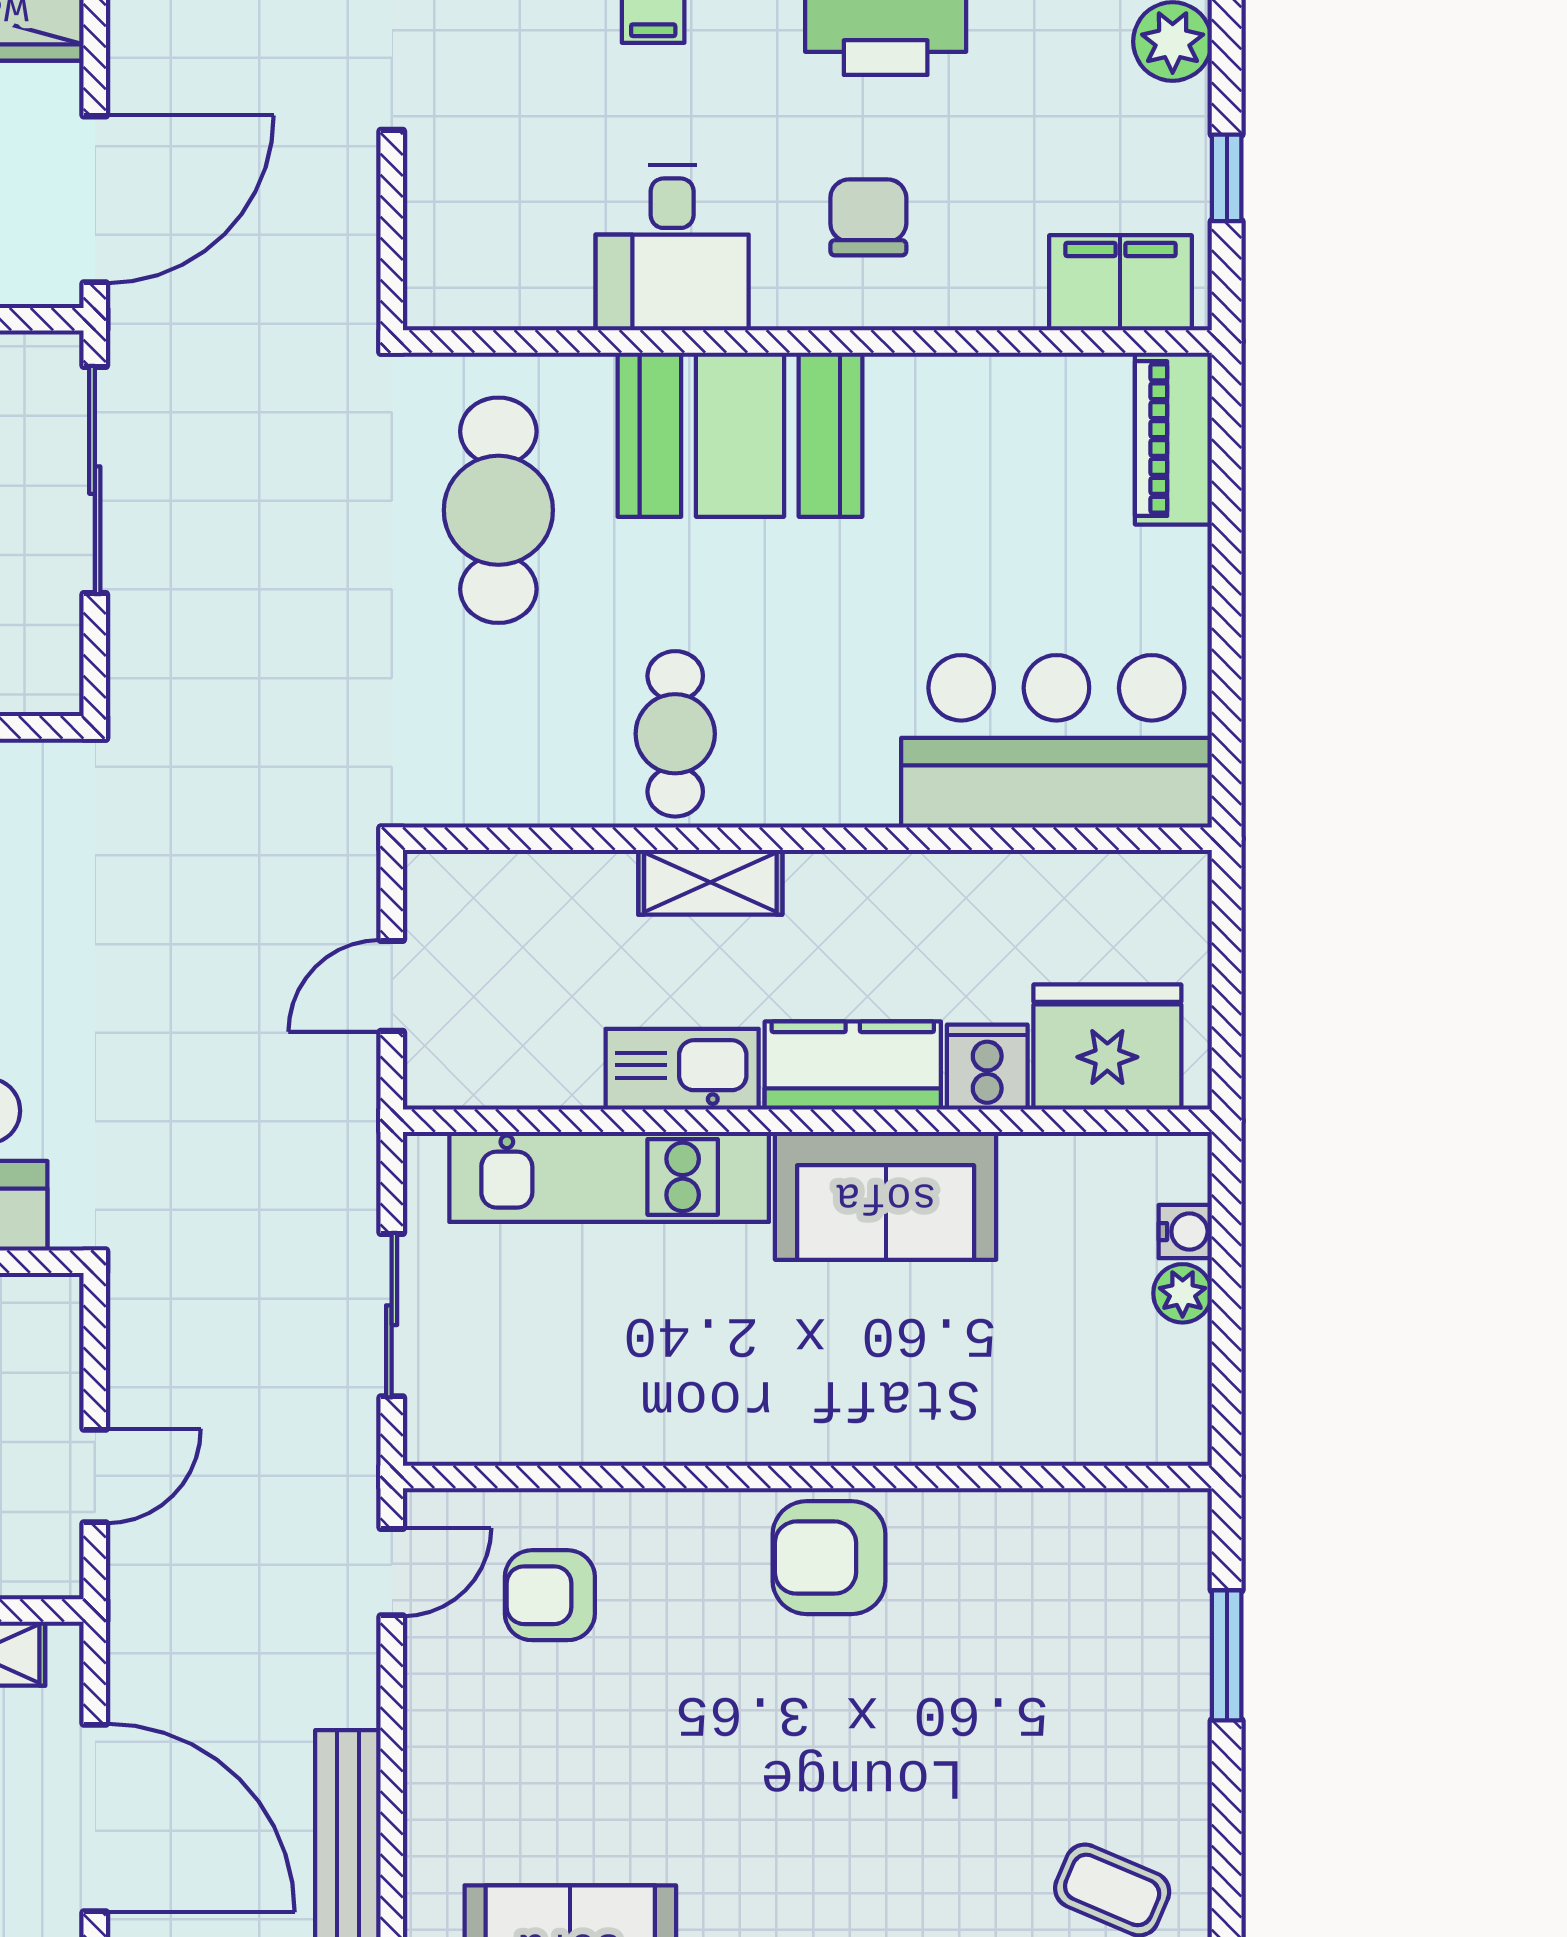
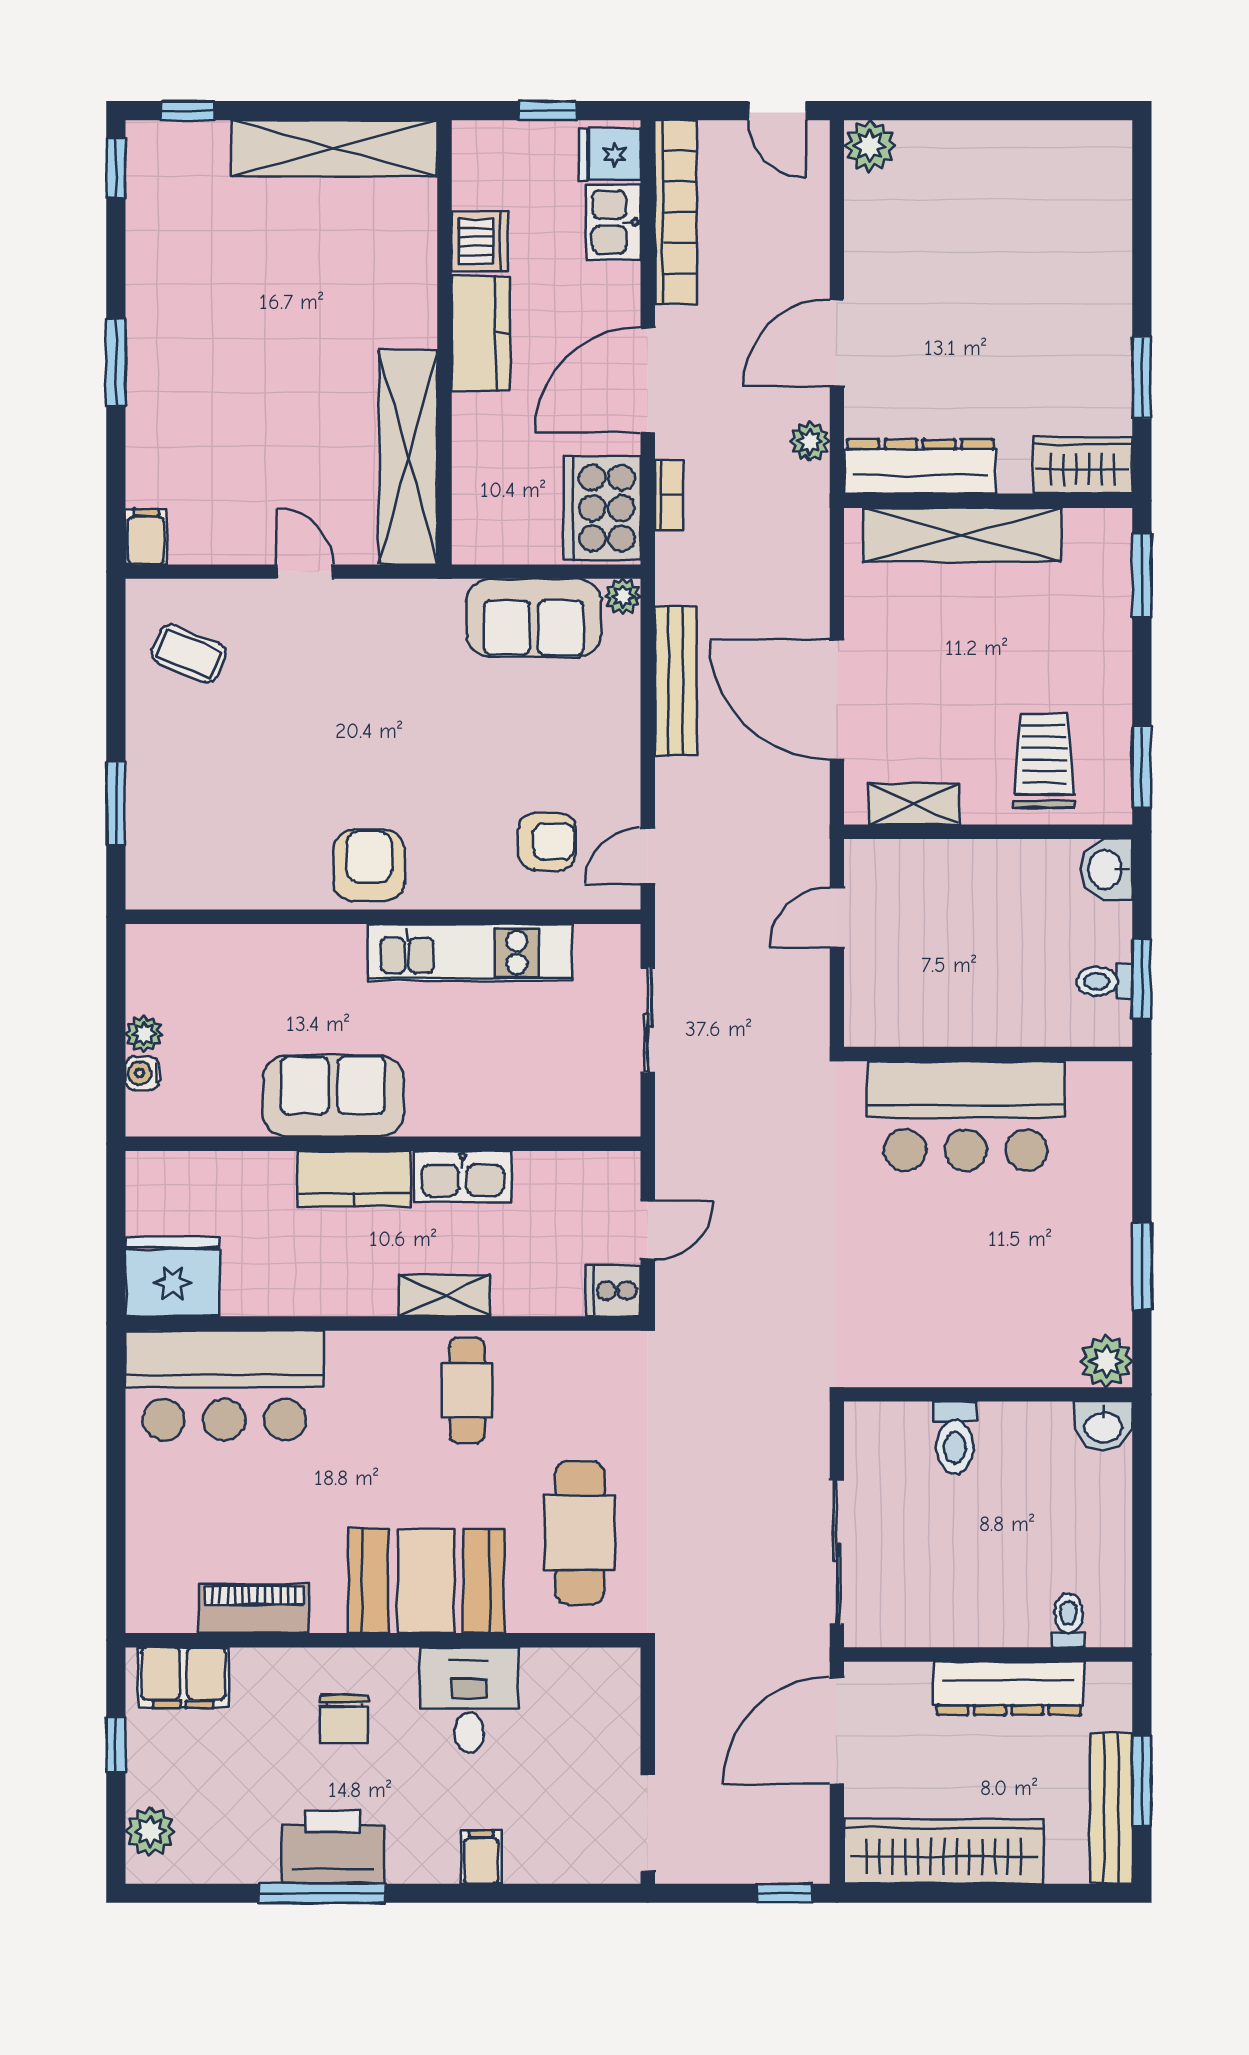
piano: (1173, 439) -> (254, 1609), moved, turned -90
fridge: (1107, 1047) -> (172, 1276), moved, turned 180
cooker: (987, 1067) -> (614, 1291), moved, turned 90
kitchen unit: (609, 1177) -> (470, 953), moved, turned 180
armchair: (829, 1558) -> (369, 865), turned -90

